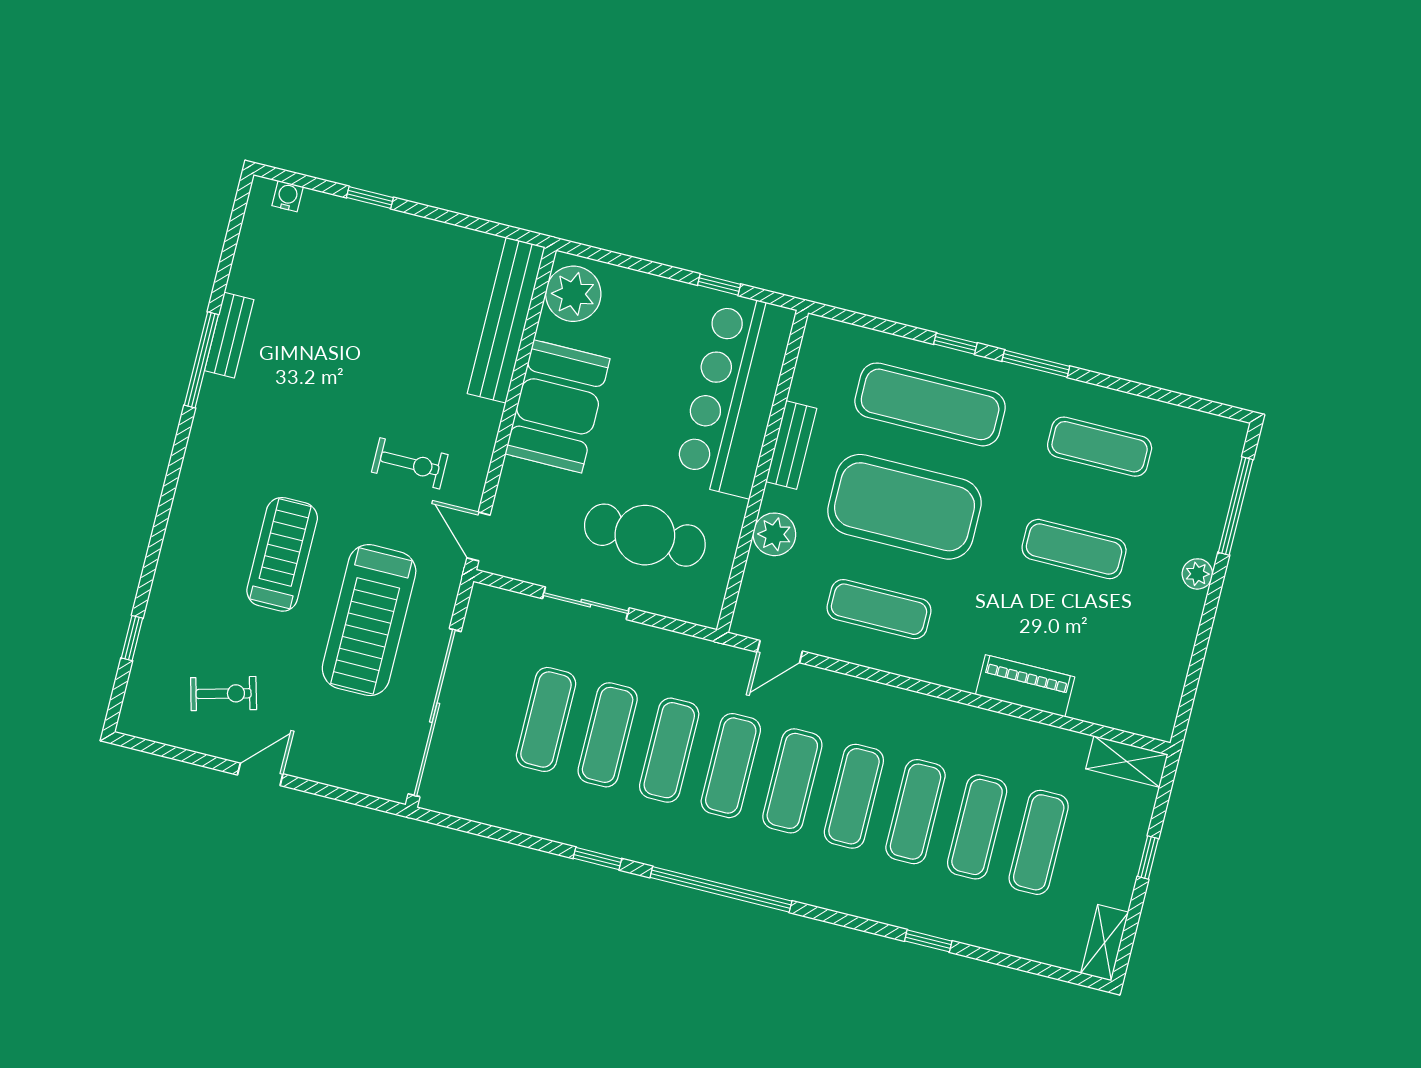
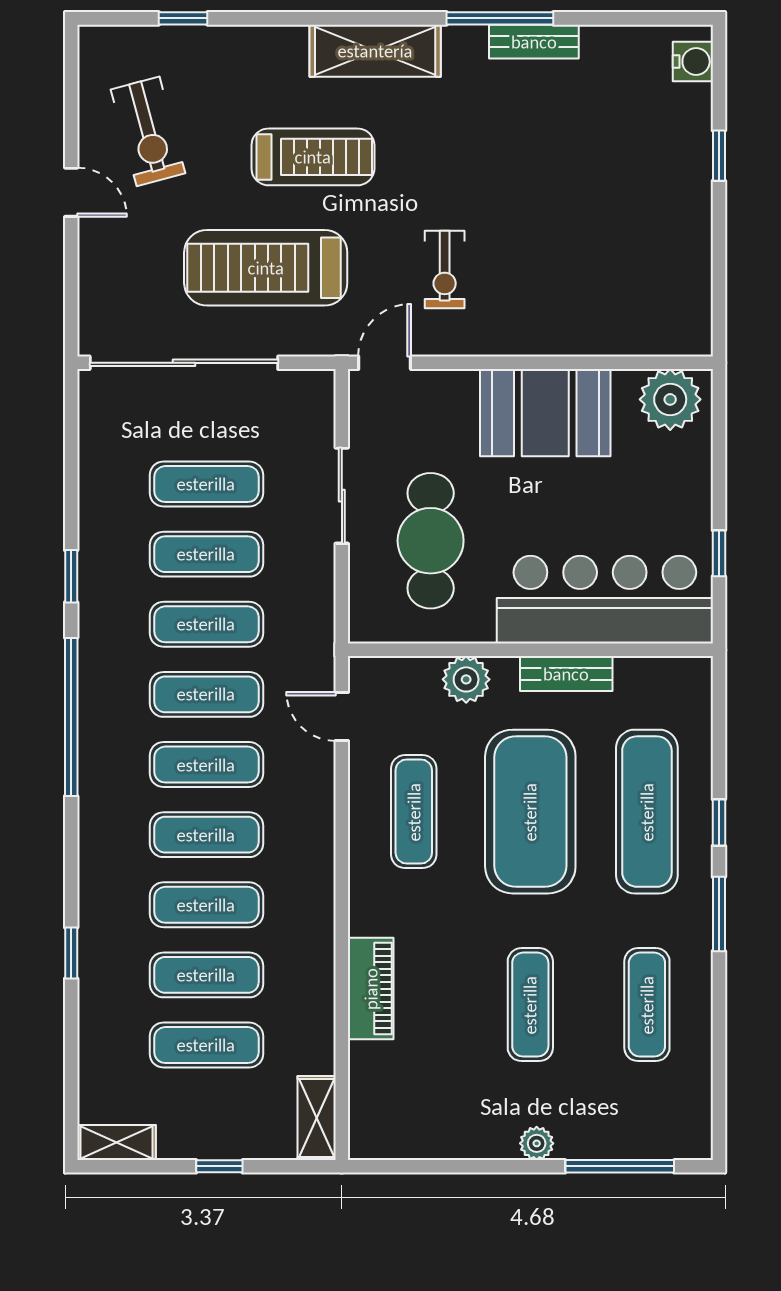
water cooler: (288, 196) -> (693, 62), width x1.38, depth x1.38
bench: (506, 320) -> (624, 334), removed
shelving: (202, 477) -> (375, 51), added
exercise bike: (224, 694) -> (148, 131), width x1.38, depth x1.39

